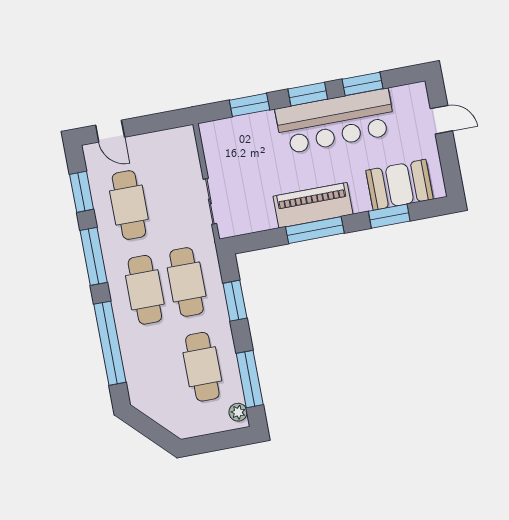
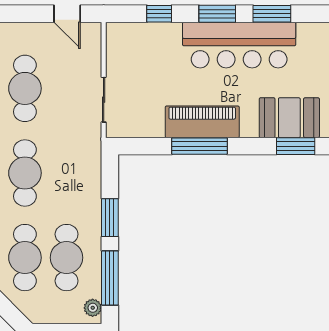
window: (250, 105) -> (159, 14), width x0.67
door: (110, 131) -> (67, 14), moved
window: (389, 216) -> (296, 146), moved
cafe table: (187, 282) -> (25, 258), moved
window: (235, 301) -> (110, 218), moved

